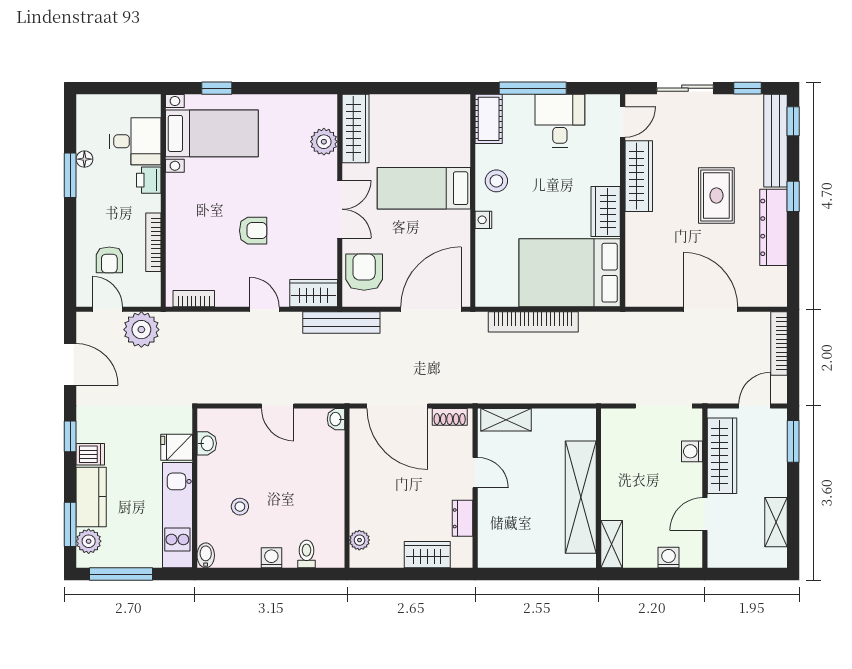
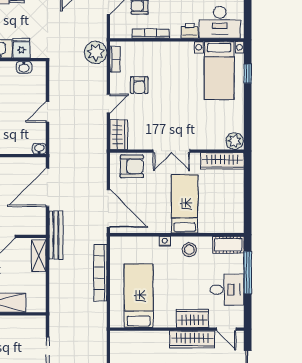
desk: (135, 141) -> (220, 22), width x1.37
plant: (324, 142) -> (235, 141), moved
wardrobe: (606, 212) -> (192, 318), moved
armchair: (253, 231) -> (139, 85), moved
bed: (570, 273) -> (139, 296), width x0.67
bench: (341, 322) -> (56, 235), moved
plant: (141, 330) -> (96, 52), moved
shoe rack: (450, 417) -> (41, 220), removed

